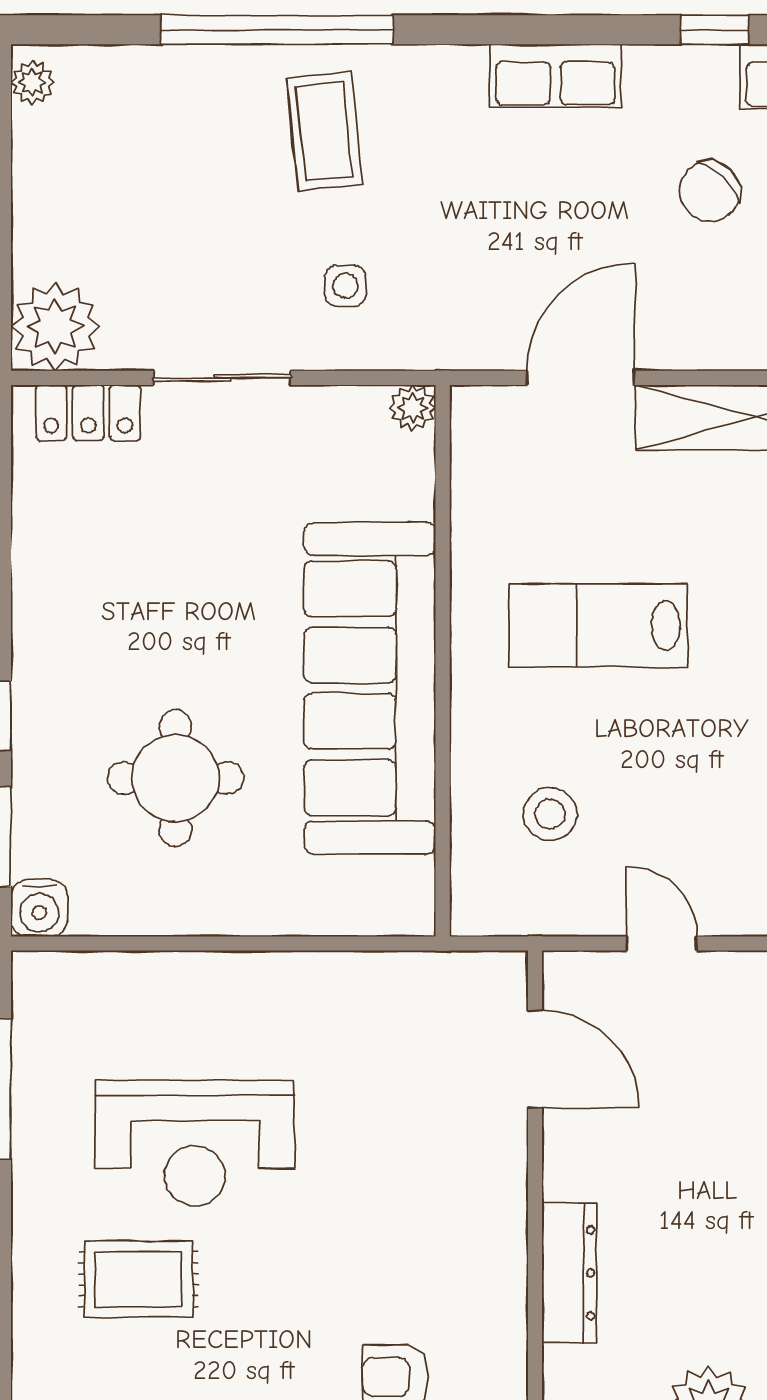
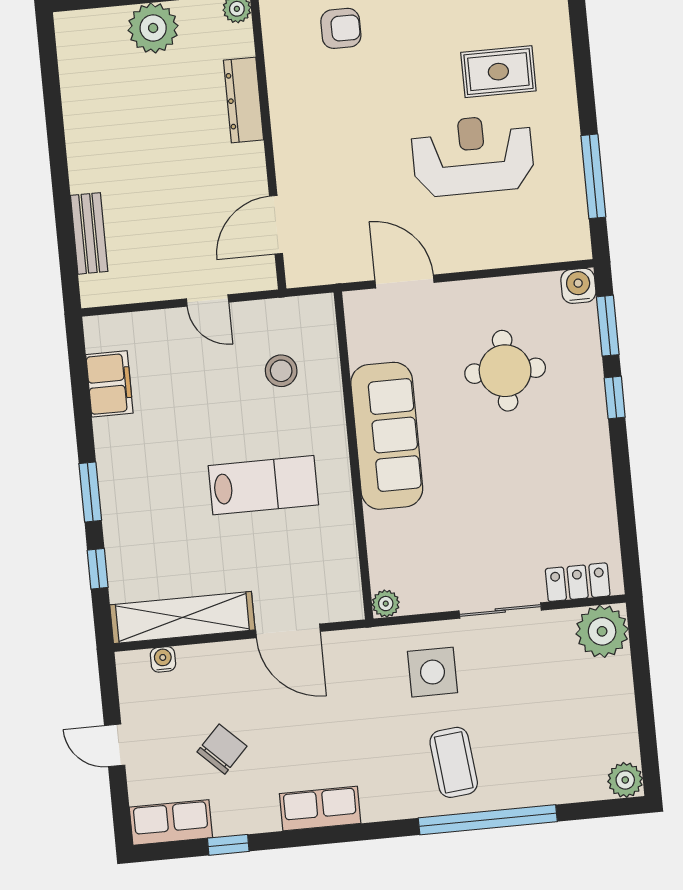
plant: (32, 82) -> (625, 780), width x1.38, depth x1.38
side table: (345, 286) -> (432, 672), width x1.87, depth x1.87
door: (581, 378) -> (288, 631), hinge flipped
sofa: (370, 688) -> (387, 436), width x0.74, depth x0.79
door: (329, 943) -> (404, 281), added
door: (535, 1059) -> (276, 225), hinge flipped

